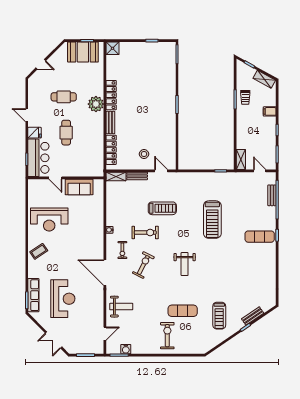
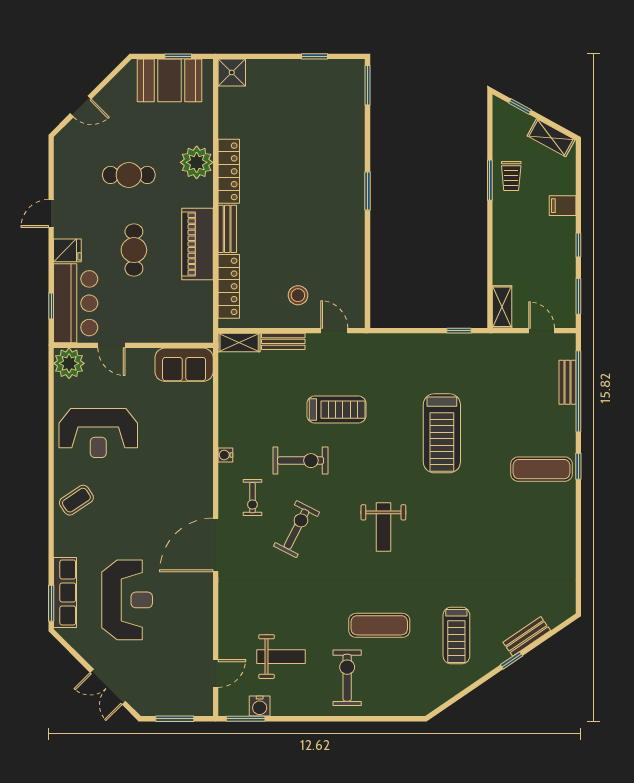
plant: (96, 104) -> (197, 162), moved
door: (27, 115) -> (51, 214), hinge flipped
piano: (96, 130) -> (198, 244), added
plant: (35, 186) -> (69, 363), added
sofa: (79, 187) -> (184, 365), moved
door: (105, 273) -> (216, 545), hinge flipped
weight bench: (121, 307) -> (281, 657), moved

